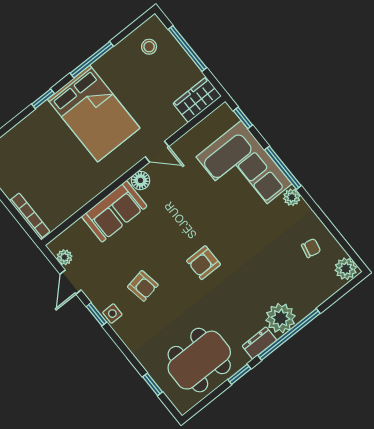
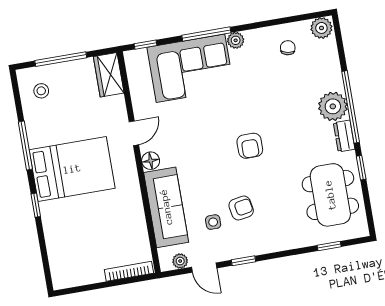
sofa: (114, 211) -> (166, 207), width x1.36
side table: (112, 314) -> (213, 222), moved

